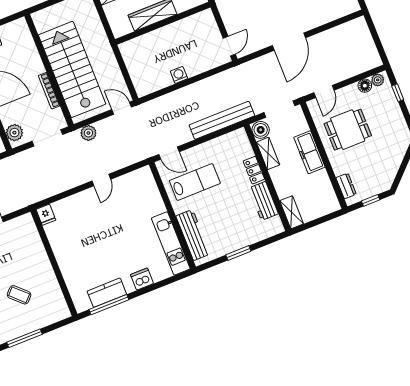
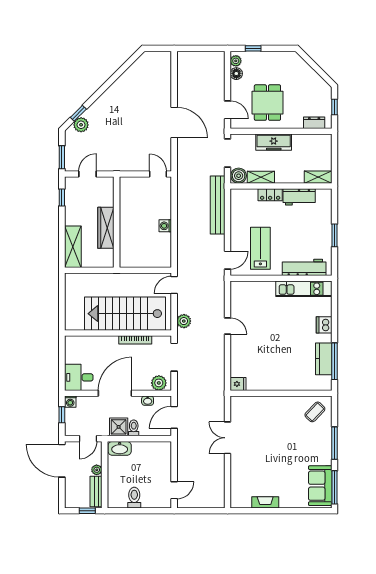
coffee table: (19, 295) -> (315, 412), moved

